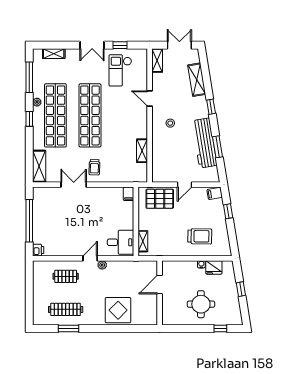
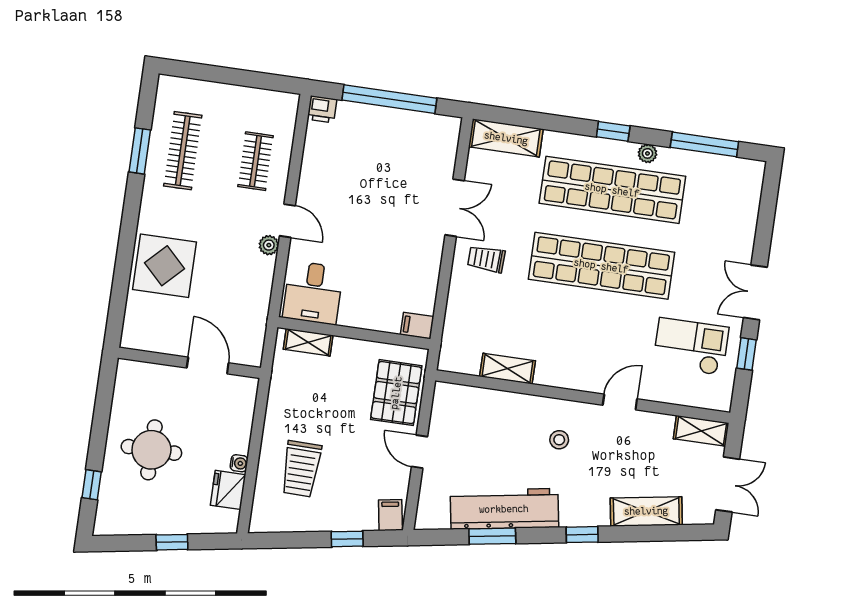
shelving: (54, 54) -> (749, 205), removed

